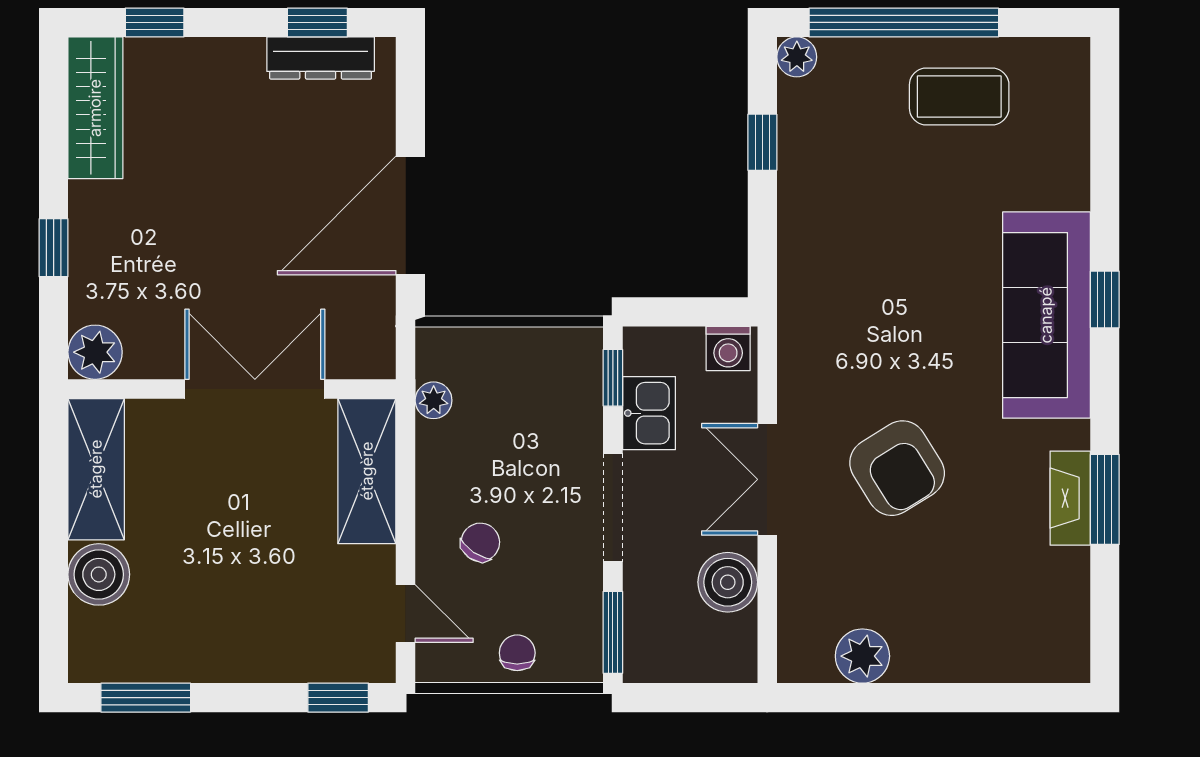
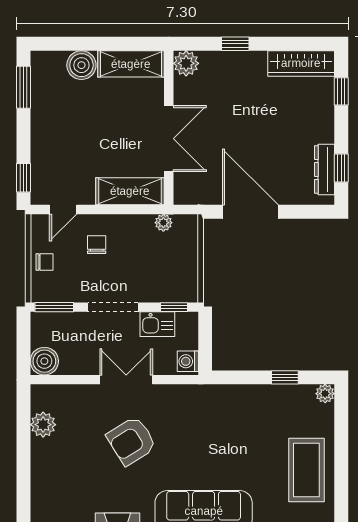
window: (904, 22) -> (341, 444), removed
coffee table: (959, 97) -> (306, 470), width x1.36, depth x1.32
chair: (480, 542) -> (97, 245), turned -124
boiler: (728, 582) -> (44, 361), moved

